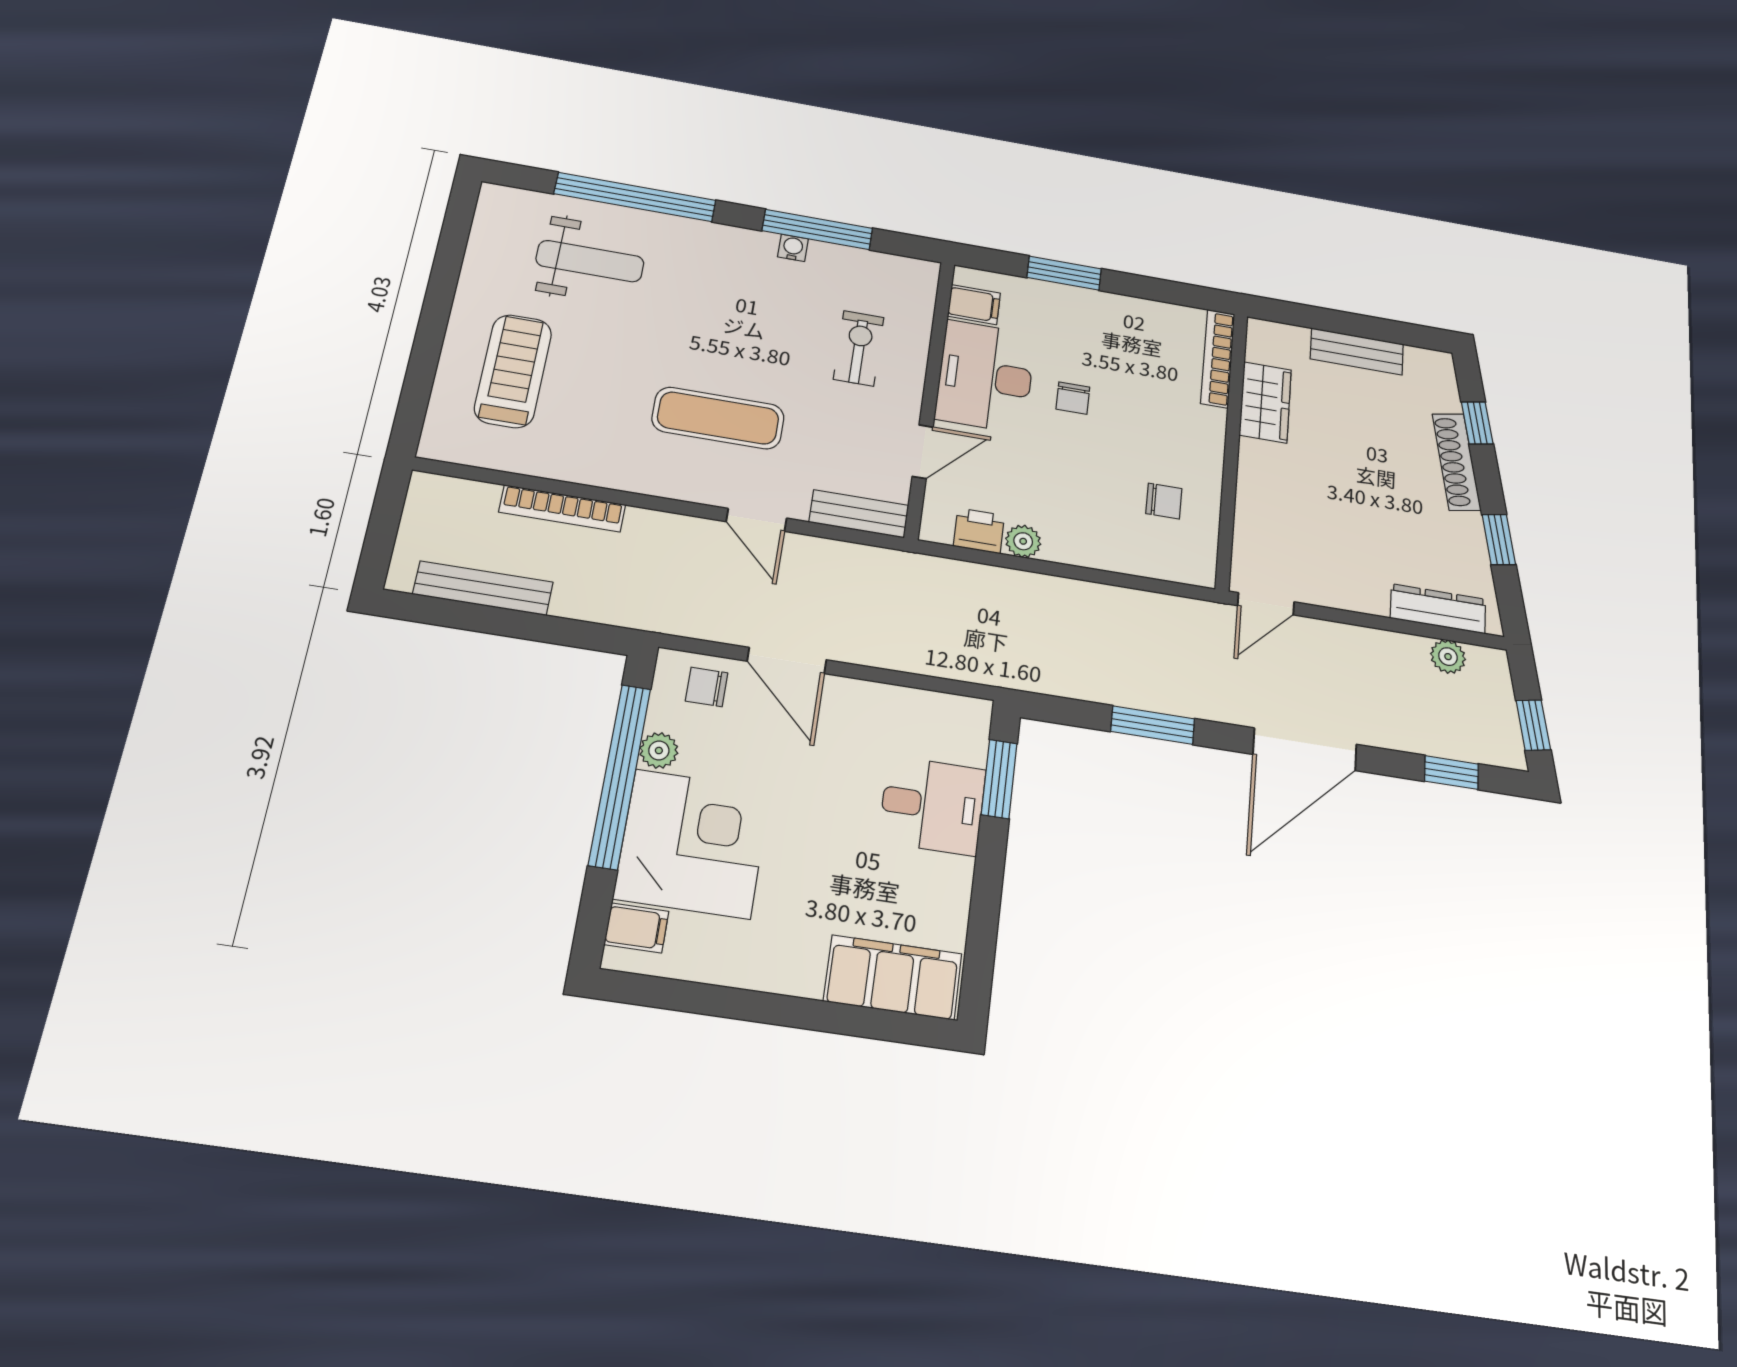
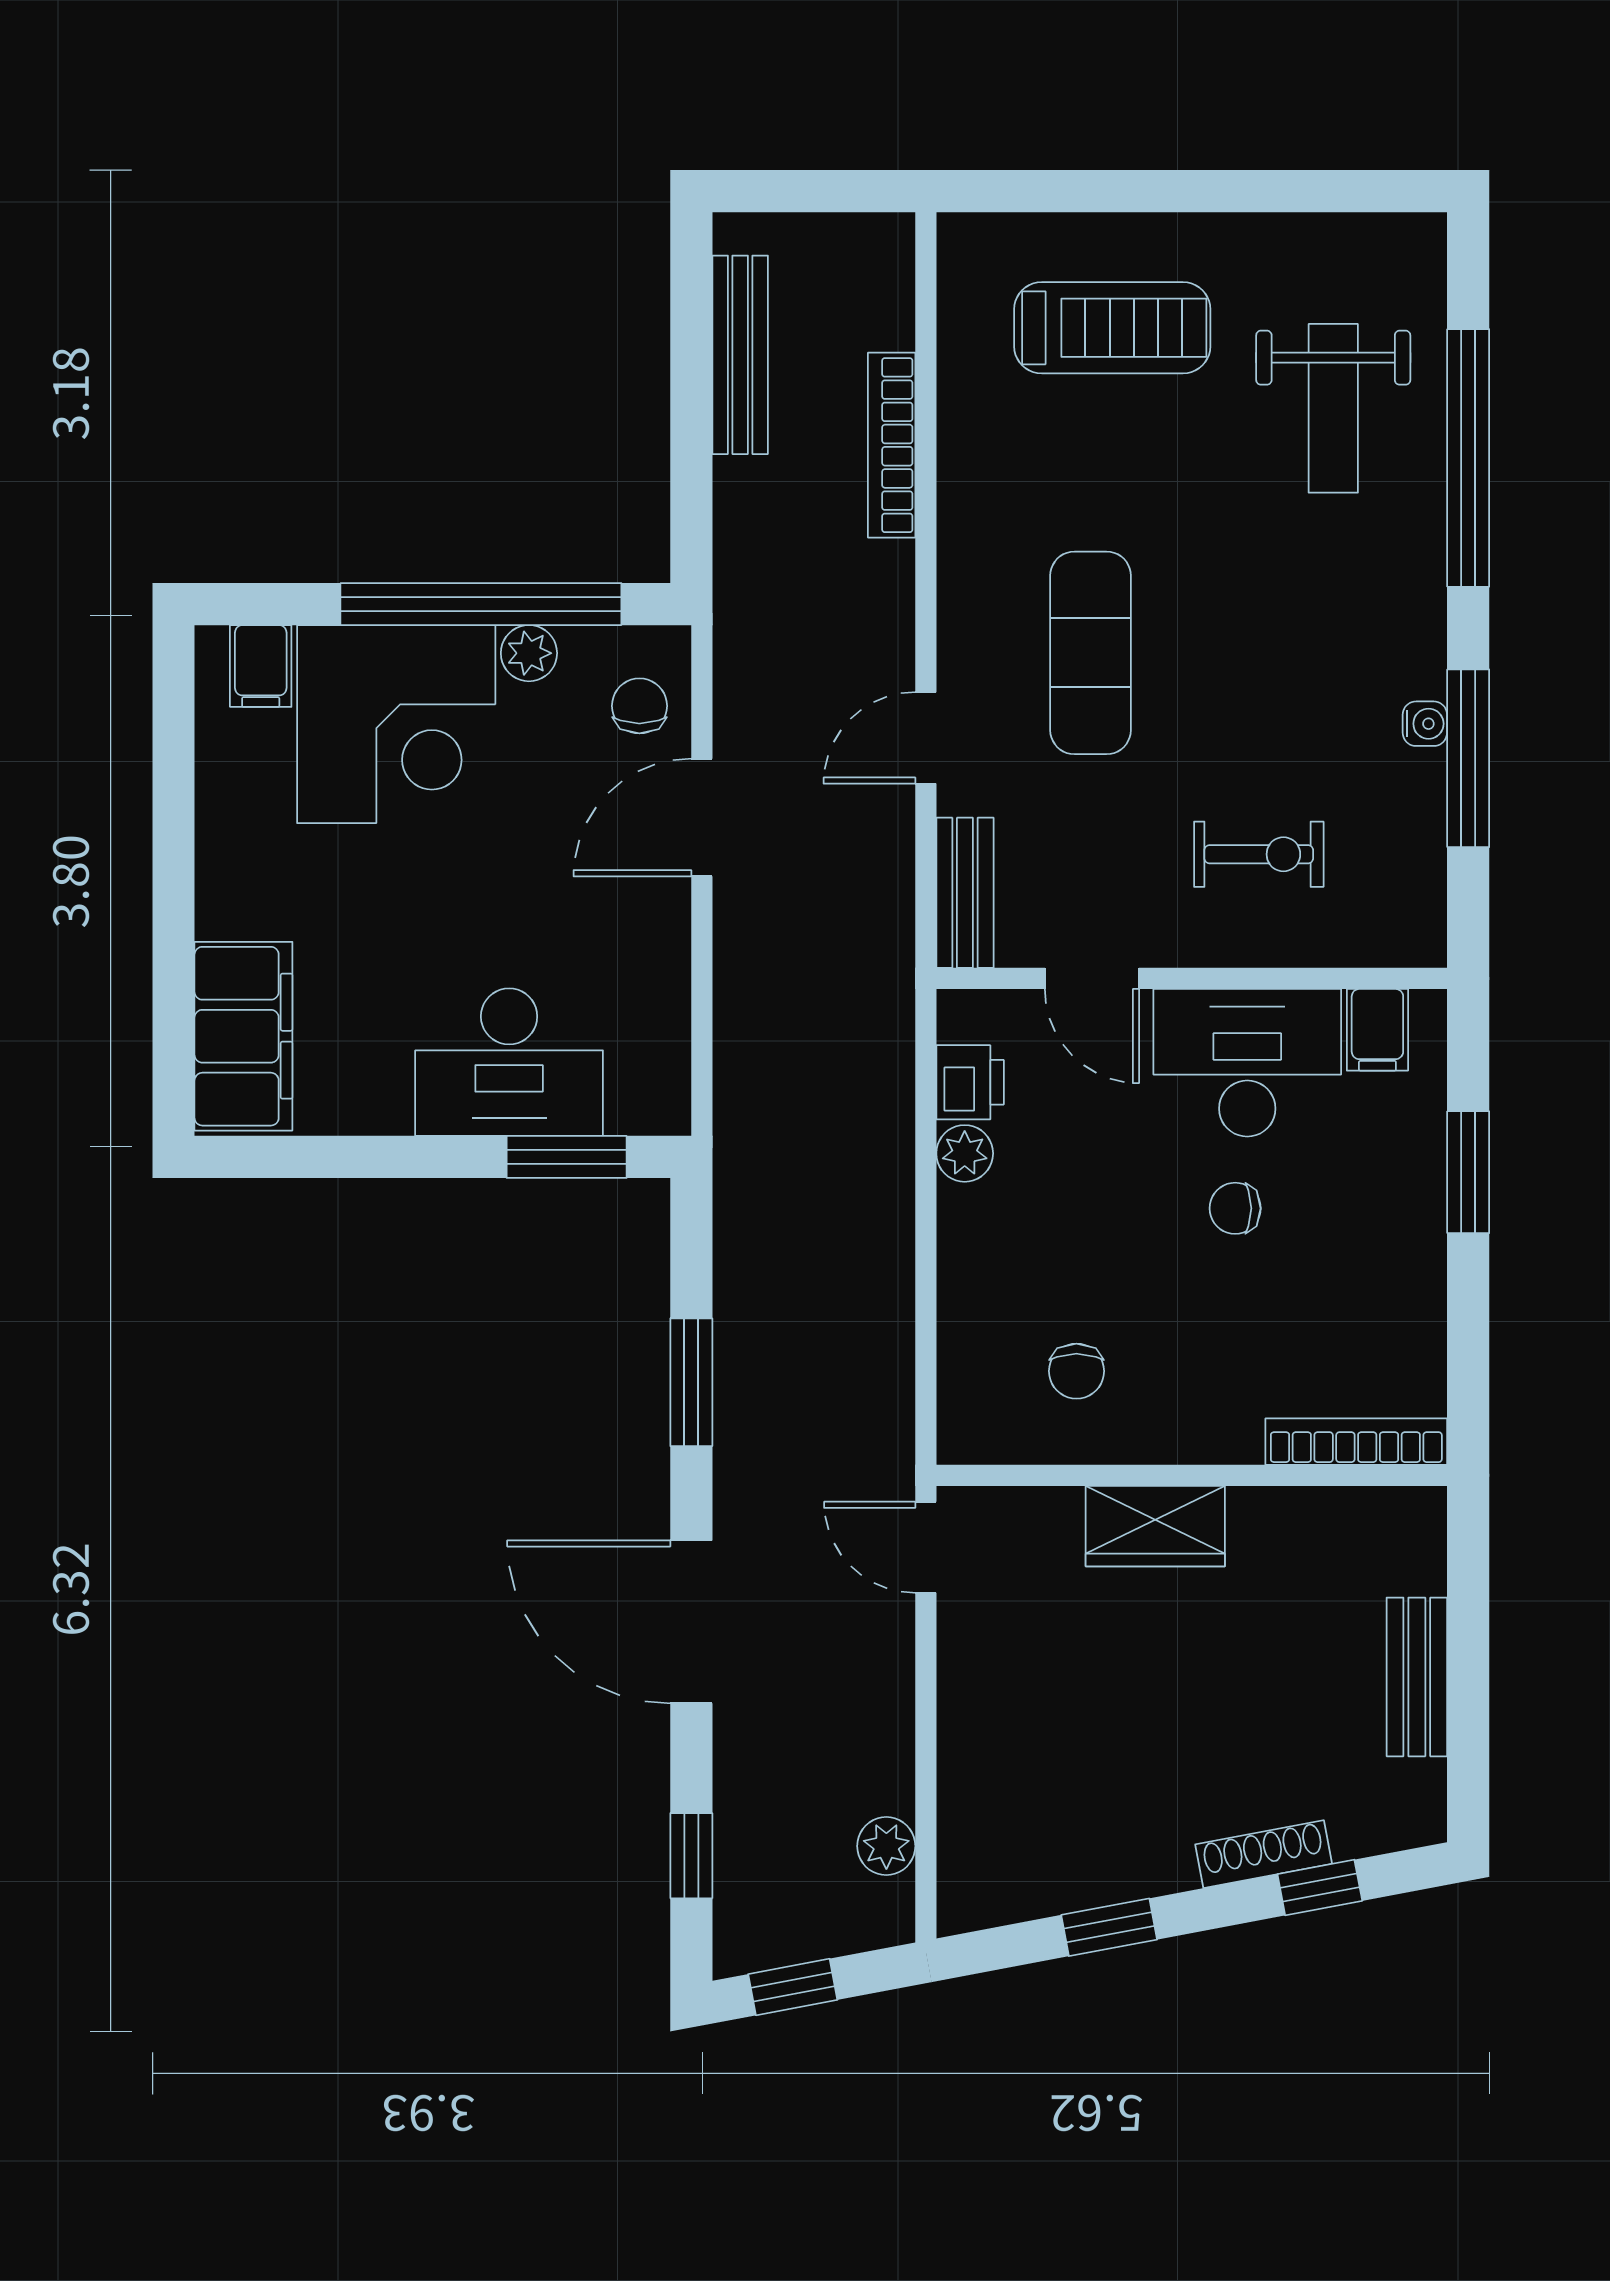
wardrobe: (1265, 402) -> (1155, 1526), moved
shoe rack: (1457, 462) -> (1264, 1854), width x0.74, depth x0.81
dresser: (1438, 609) -> (967, 1828), removed
desk: (932, 806) -> (509, 1062), width x1.37

